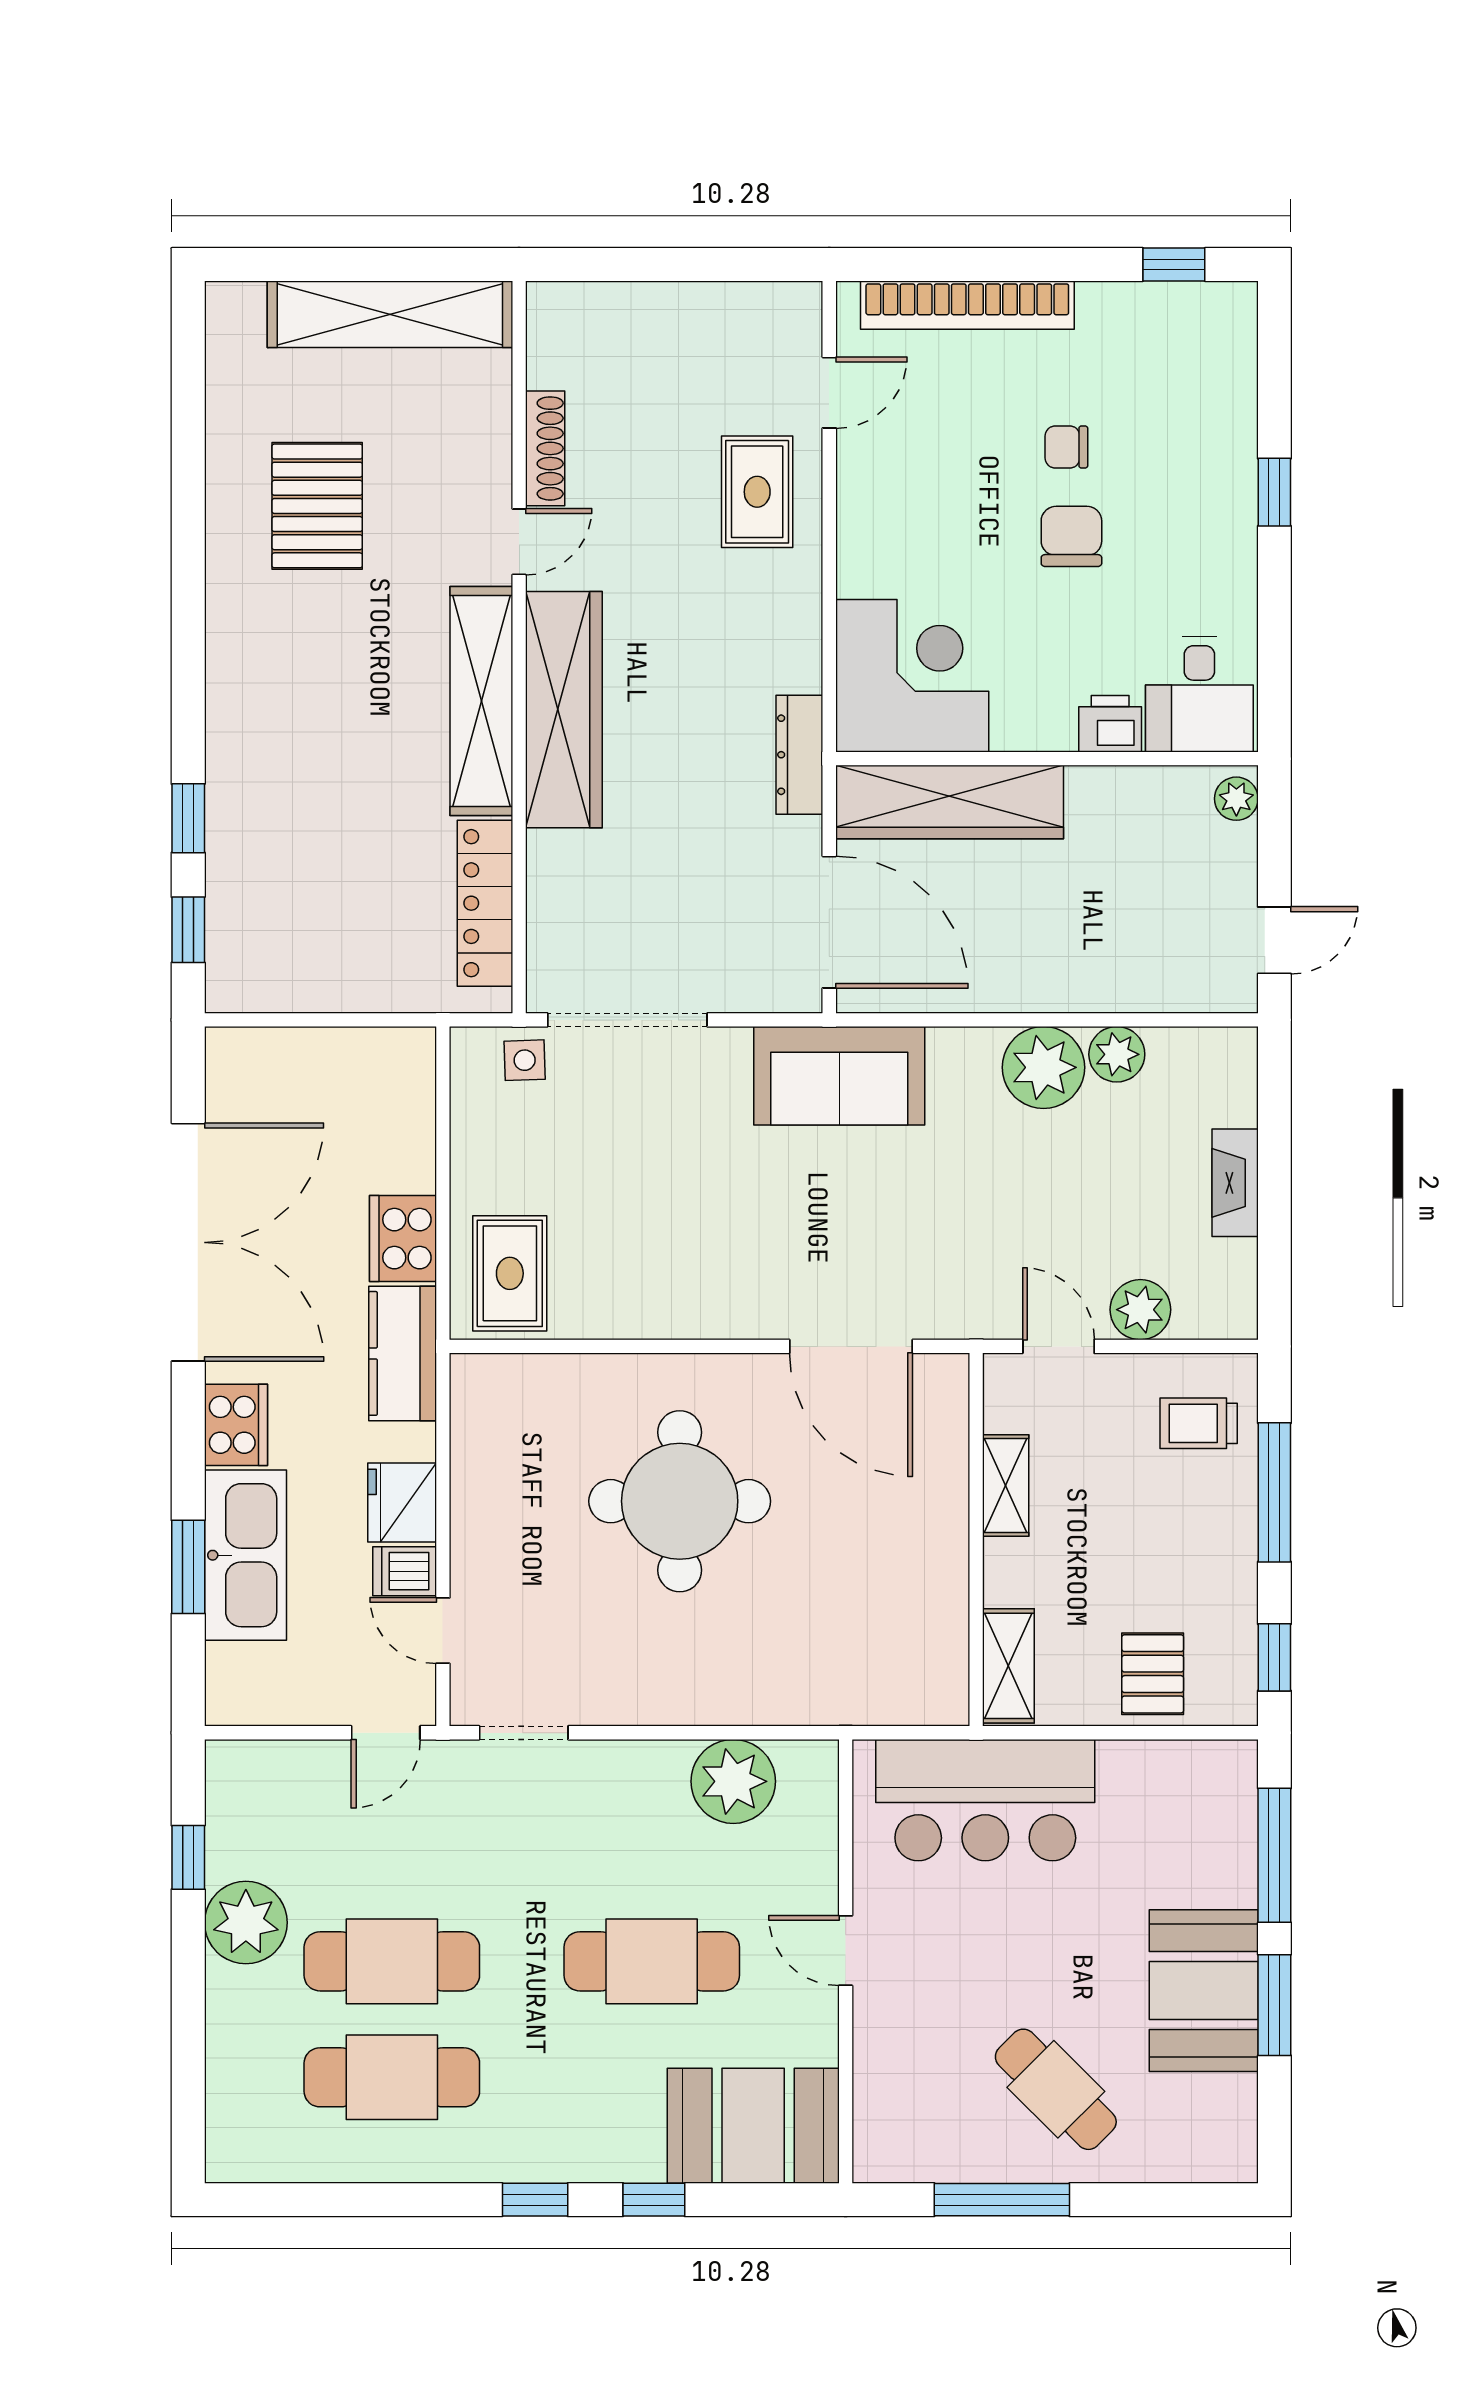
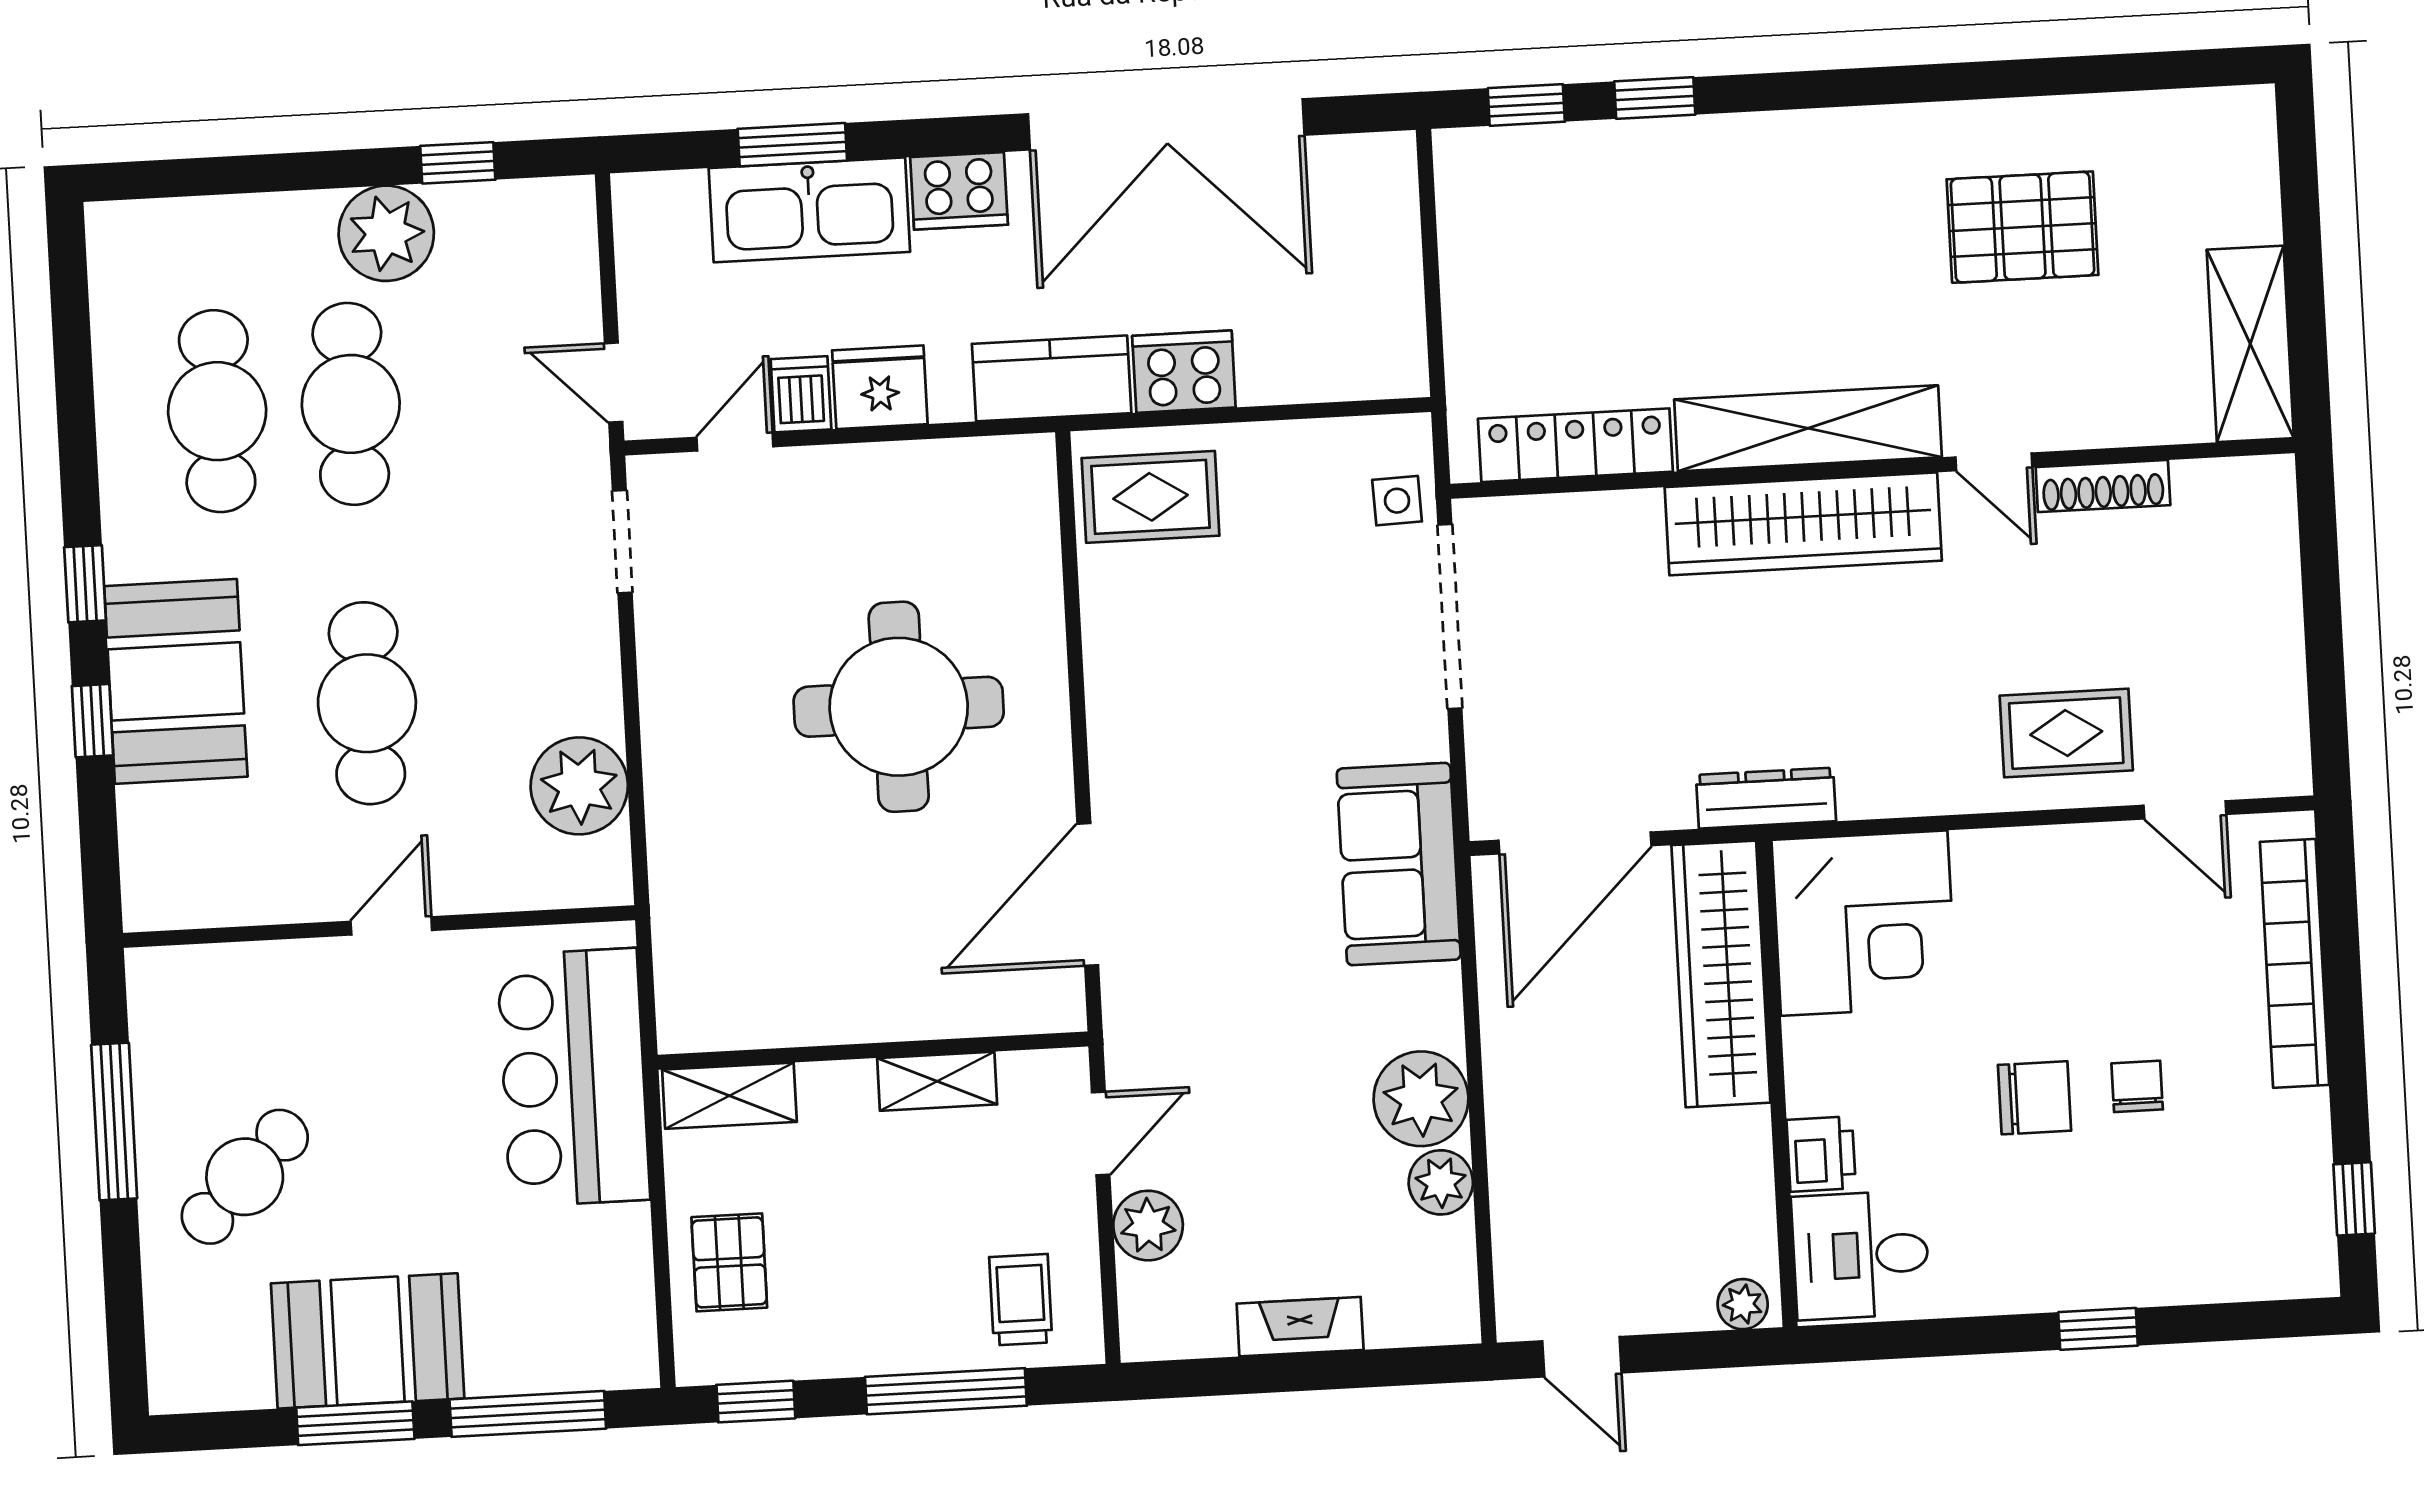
shelving: (390, 314) -> (2250, 344), width x0.68
pallet: (1153, 1674) -> (729, 1262), turned 90
booth: (753, 2126) -> (176, 681), moved

